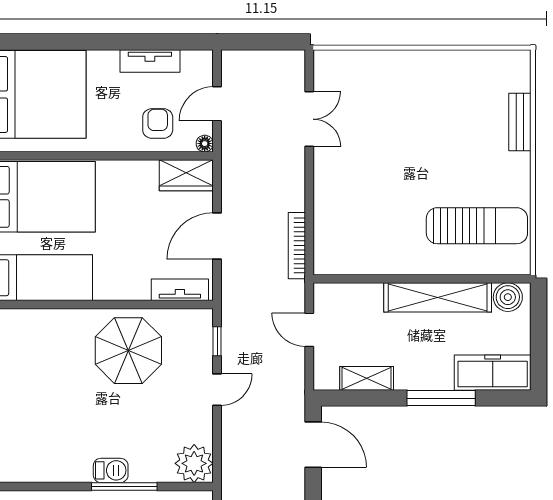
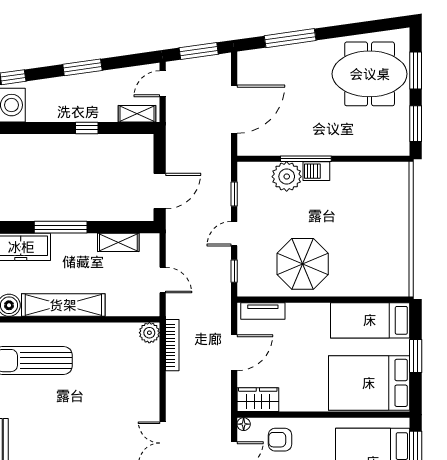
armchair: (158, 123) -> (280, 440), turned 90
plant: (326, 262) -> (149, 333), added
window: (217, 441) -> (234, 194), added
door: (313, 445) -> (160, 191), swing flipped
plant: (194, 463) -> (287, 177), moved

